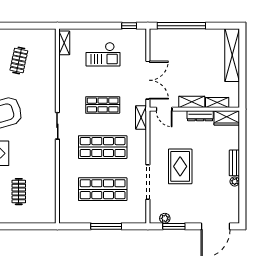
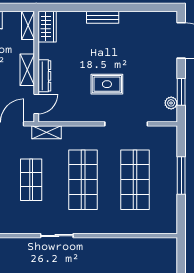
shelving: (217, 102) -> (28, 25), moved
dresser: (200, 116) -> (44, 76), moved
rug: (180, 166) -> (107, 84), width x0.73, depth x0.70
plant: (235, 181) -> (126, 17), removed

